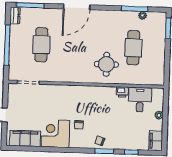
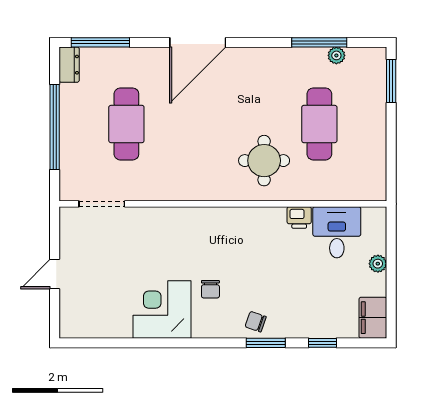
filing cabinet: (25, 138) -> (99, 322), removed

